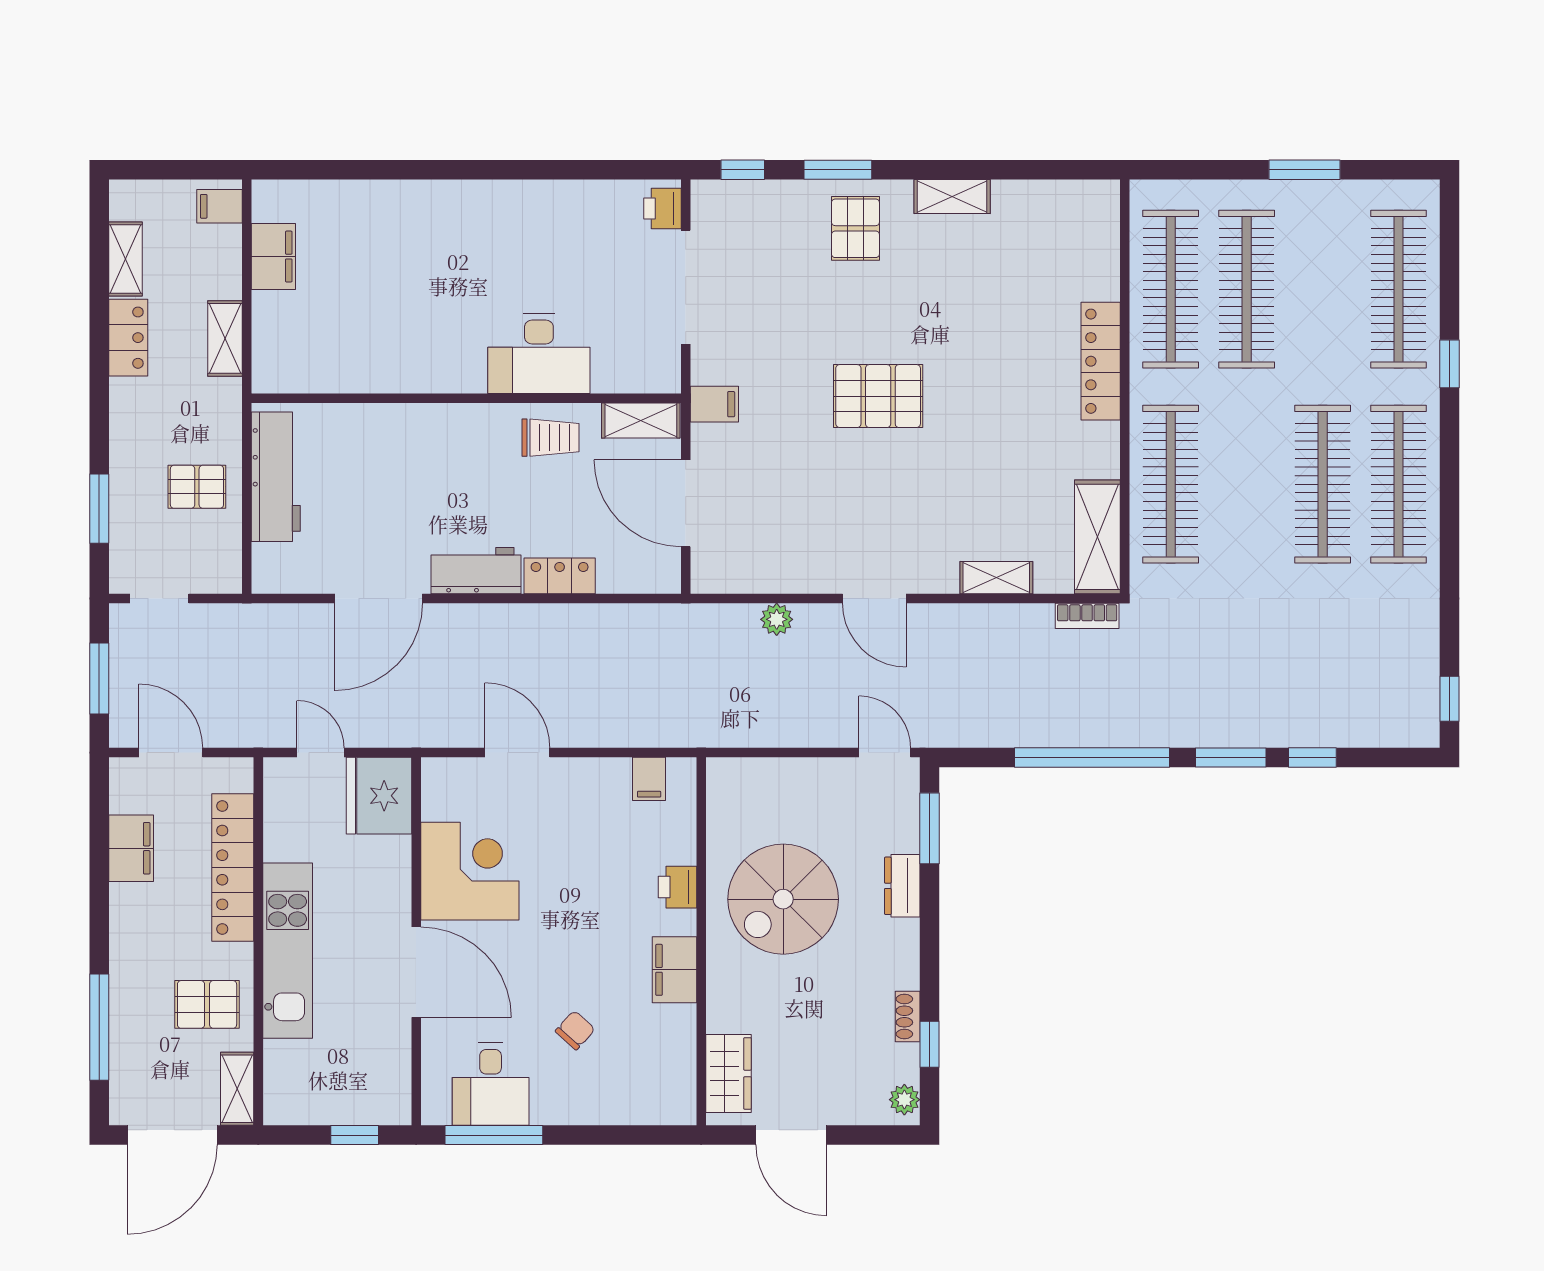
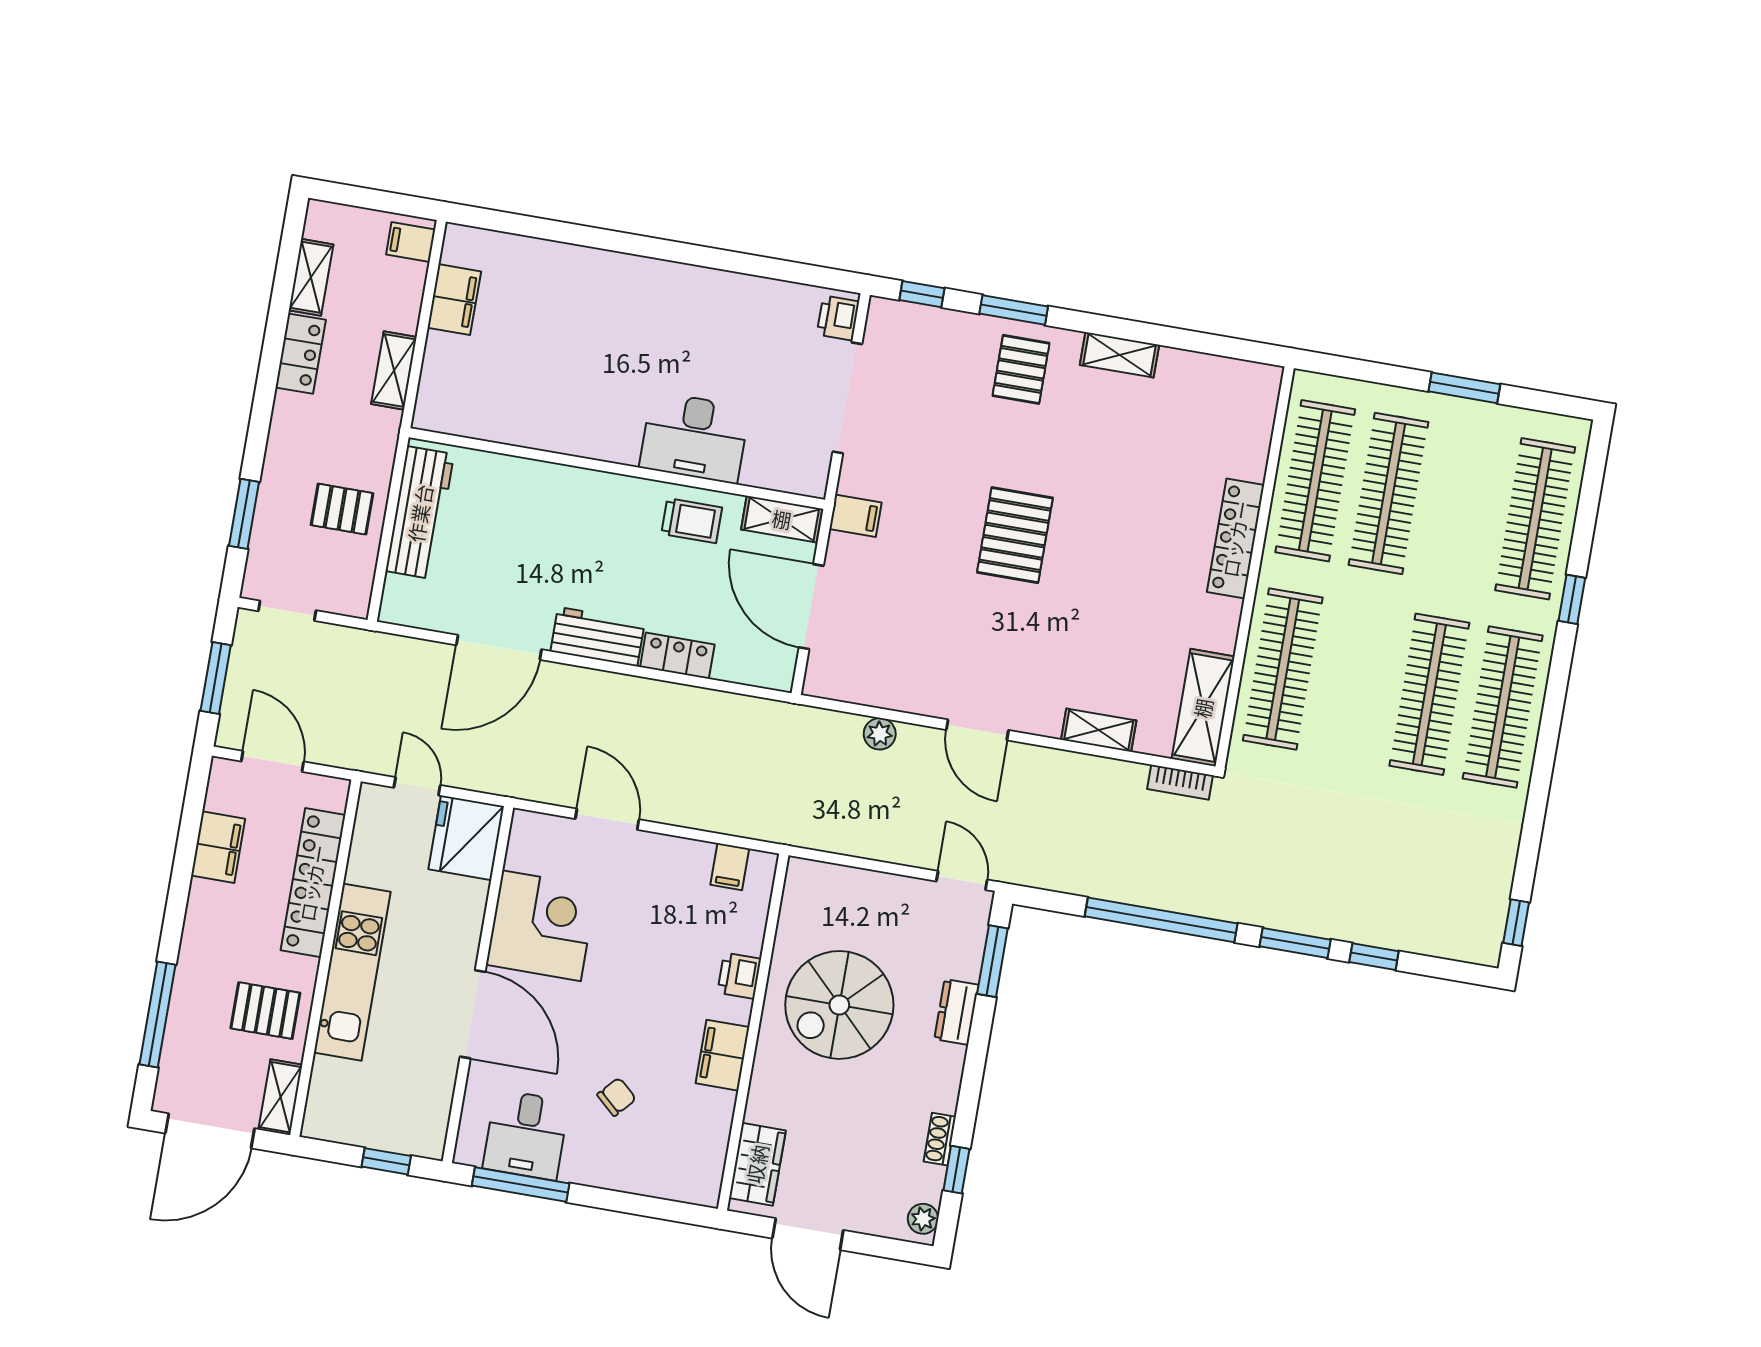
pallet: (878, 396) -> (1015, 535), turned 90

